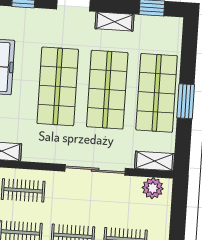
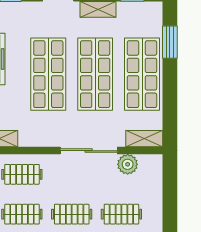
window: (186, 101) -> (170, 42), moved
plant: (153, 188) -> (128, 164), moved

